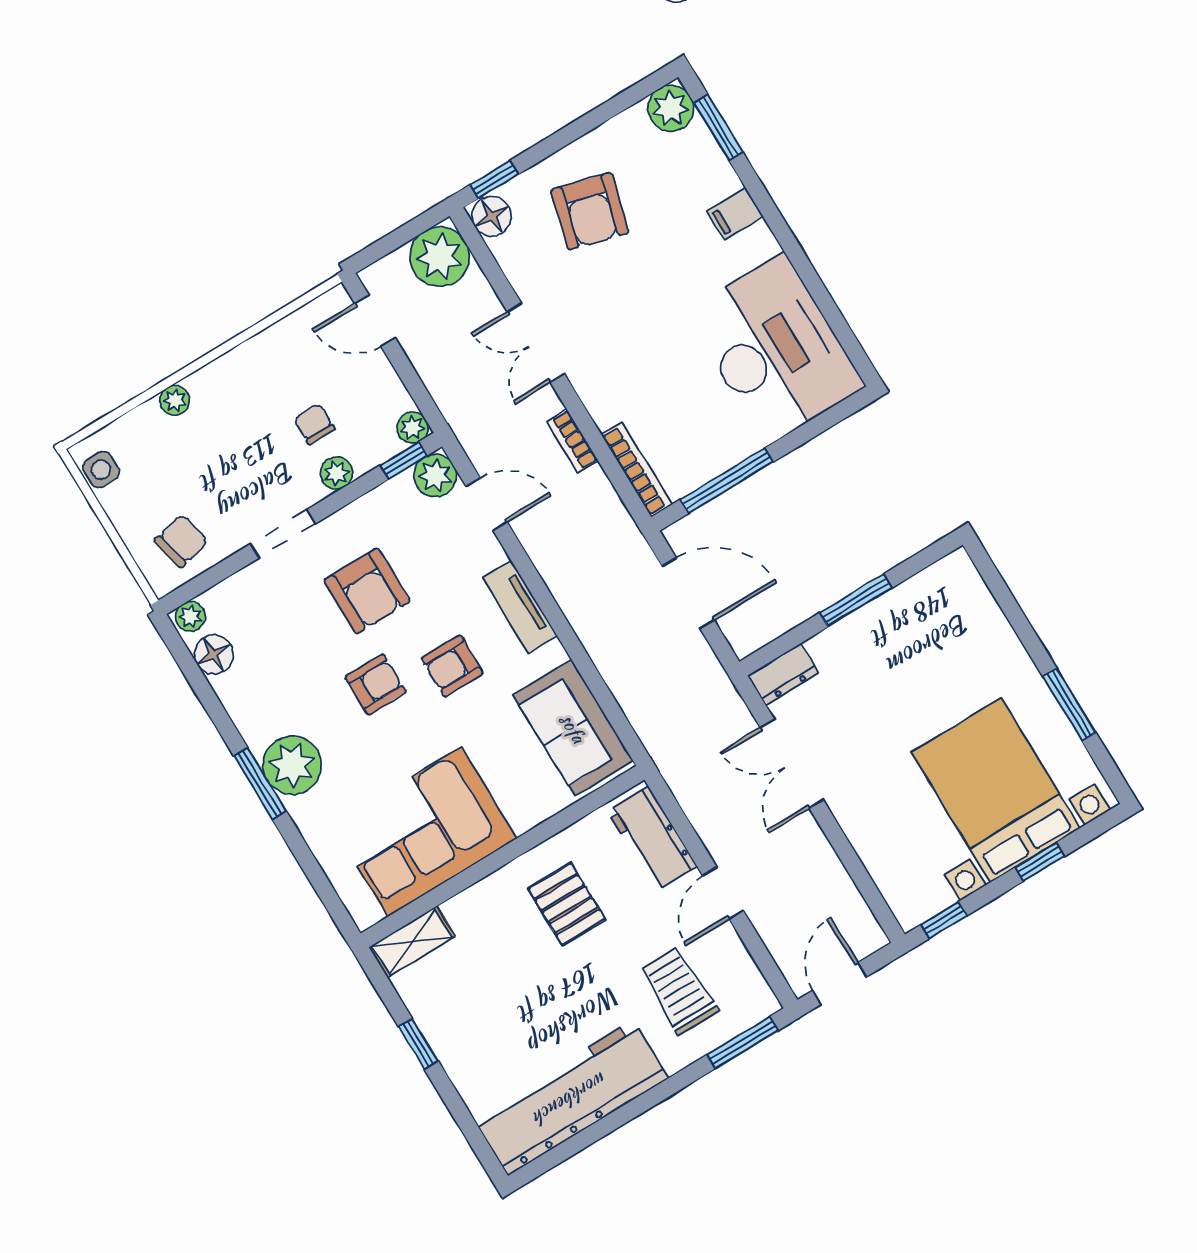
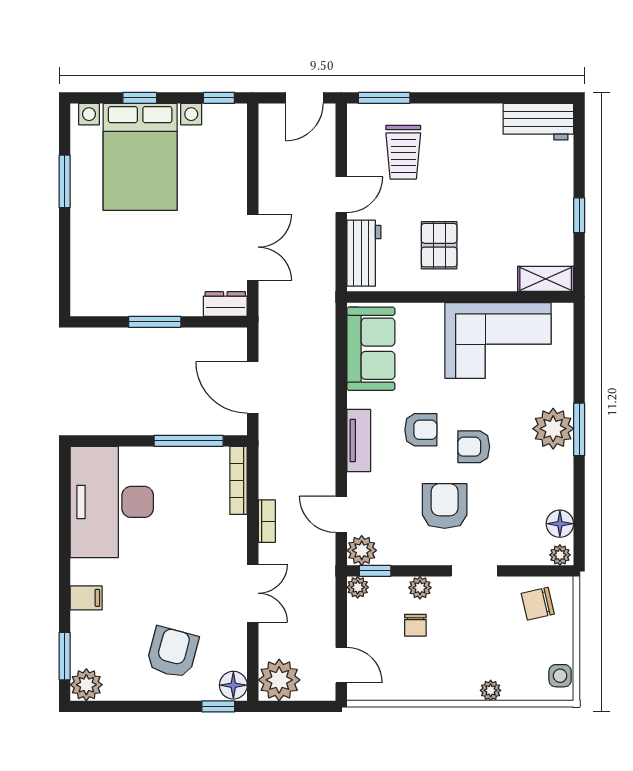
workbench: (571, 1098) -> (538, 122), width x0.53, depth x0.76

